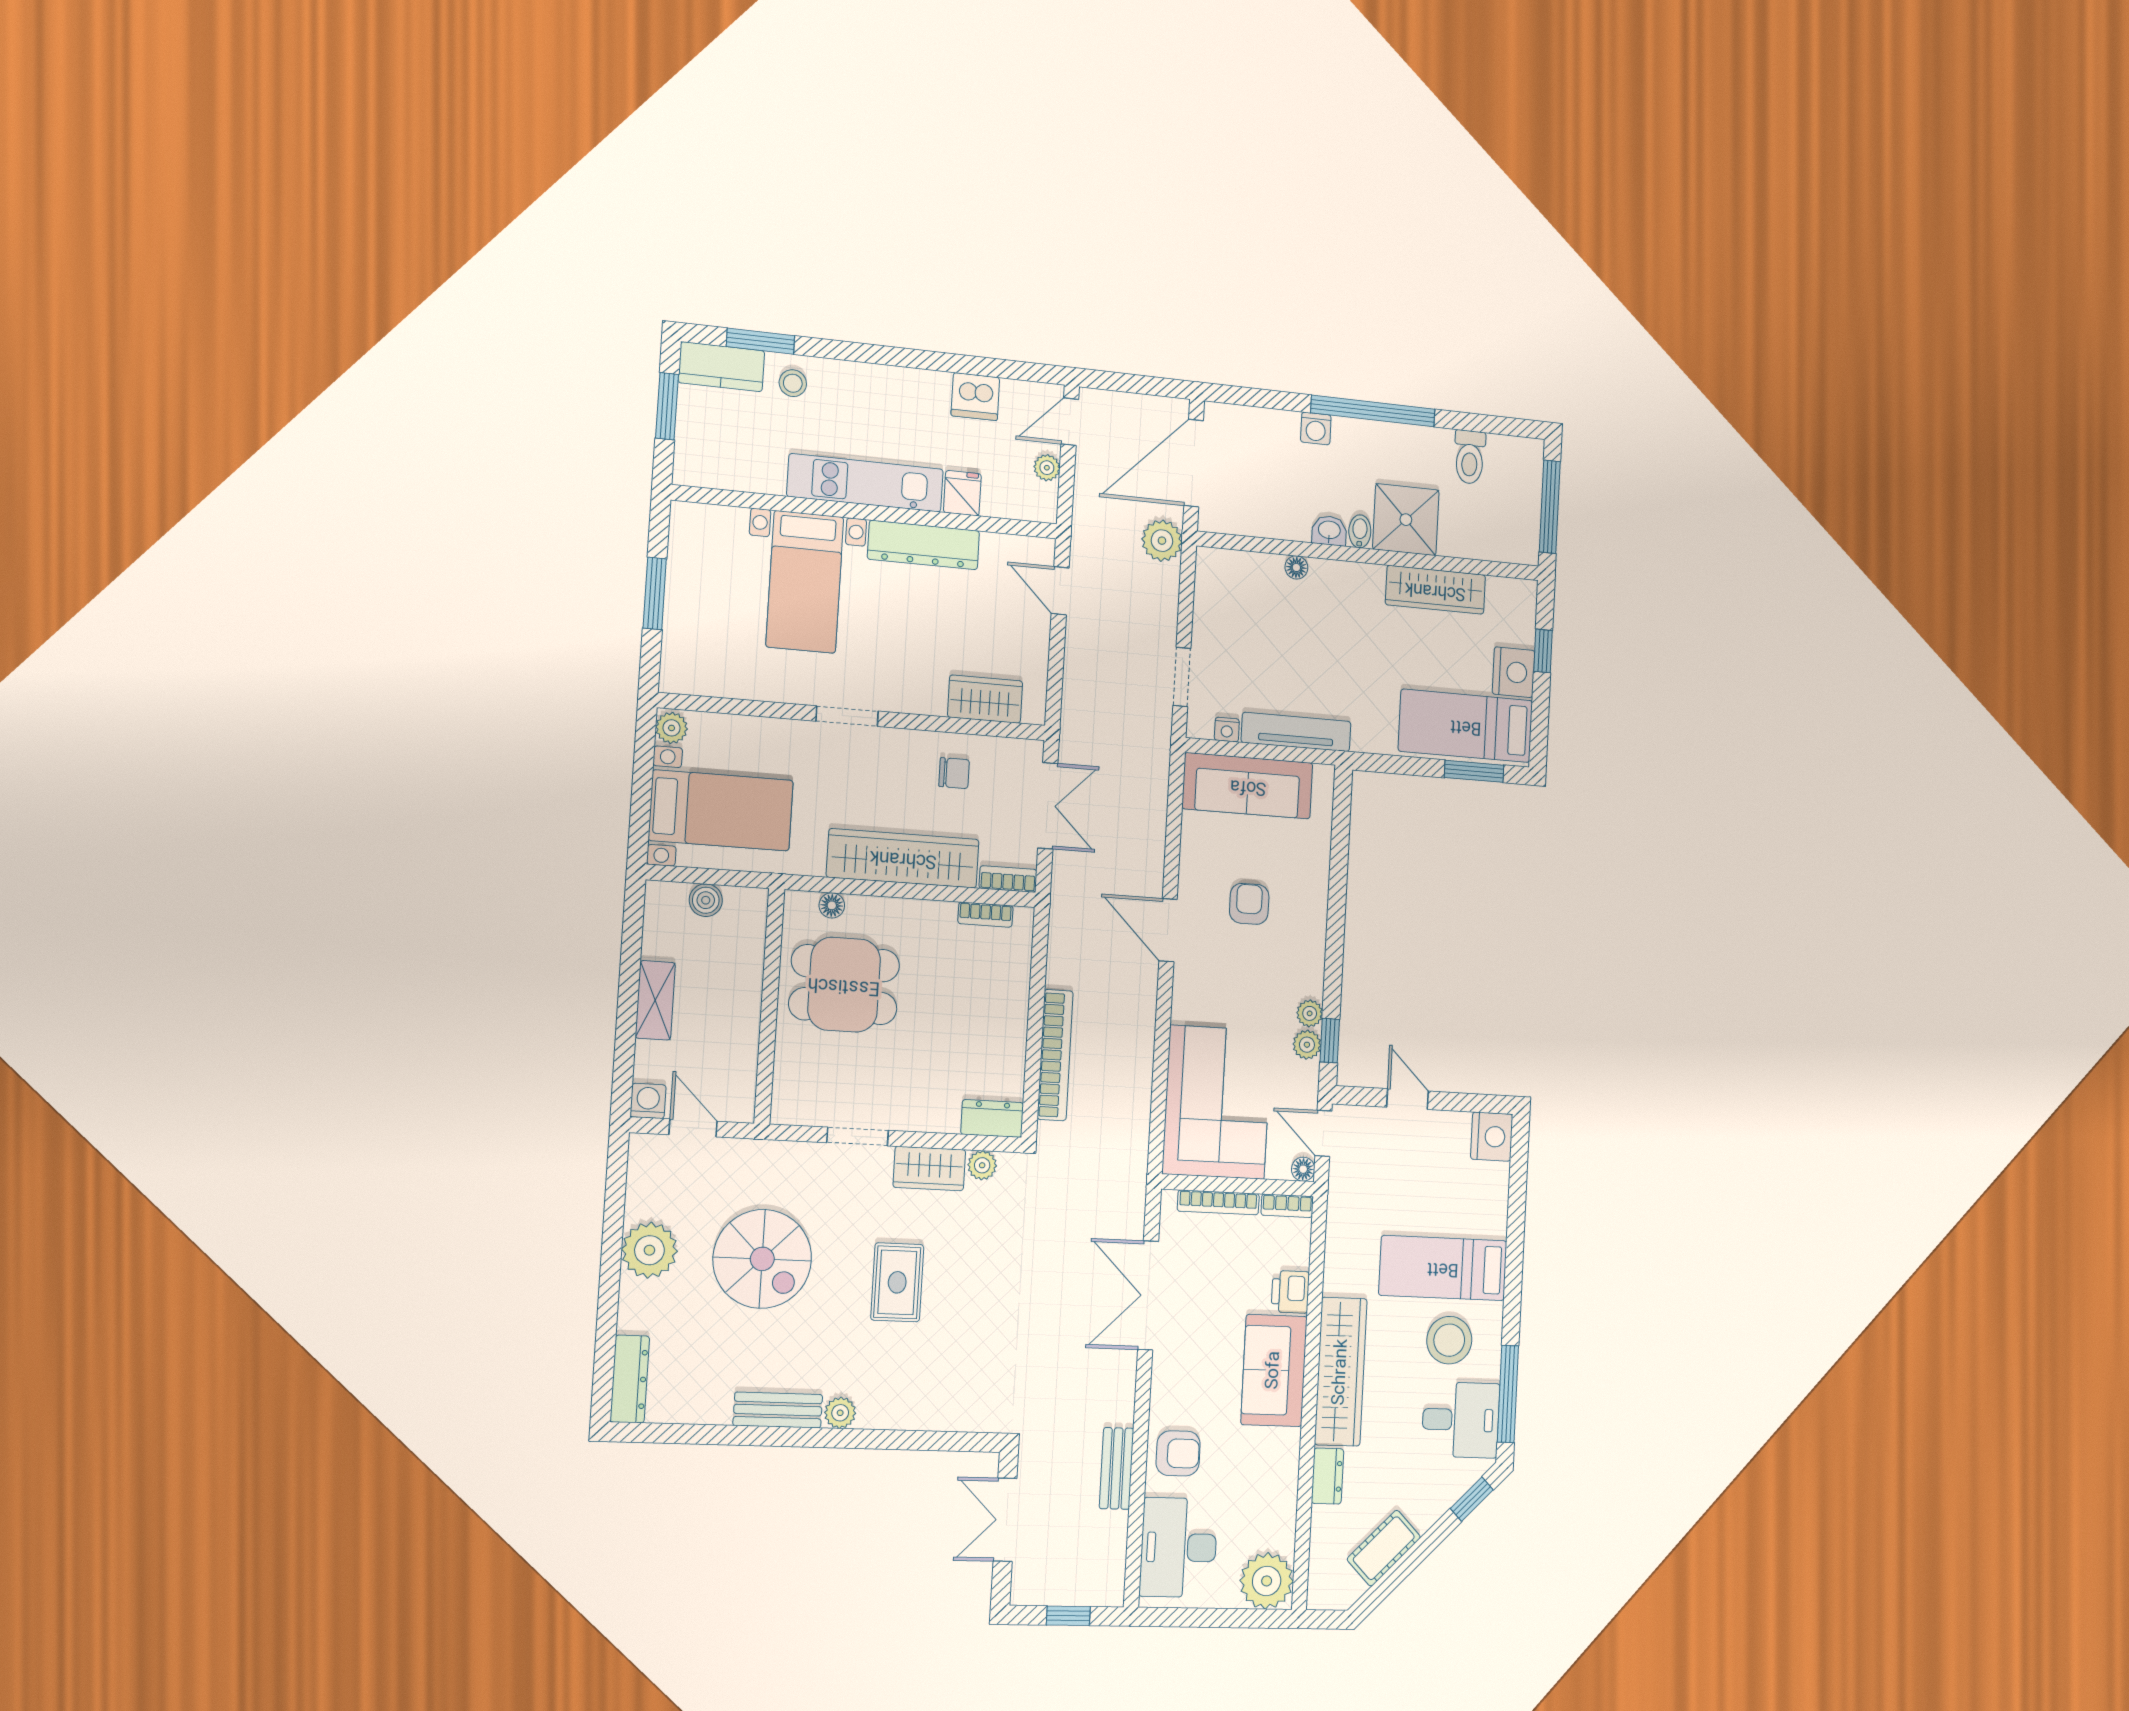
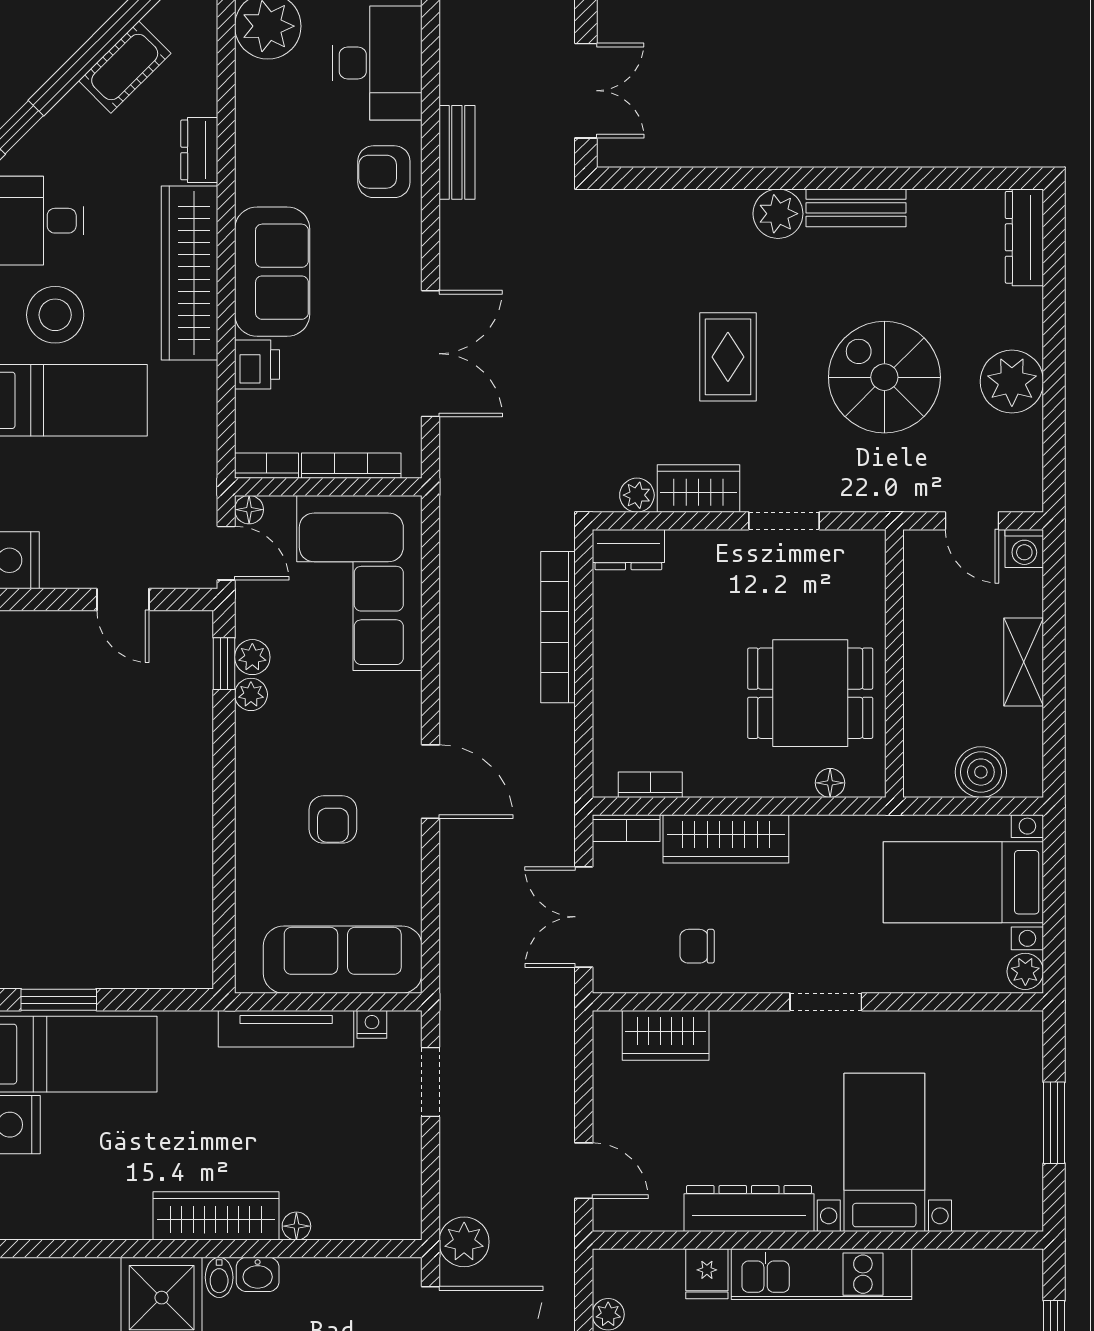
wardrobe: (1435, 590) -> (216, 1216), moved
wardrobe: (903, 858) -> (726, 839), width x0.71, depth x0.85
boiler: (706, 900) -> (981, 772), width x1.36, depth x1.36
plant: (840, 1413) -> (778, 214), width x1.38, depth x1.38

